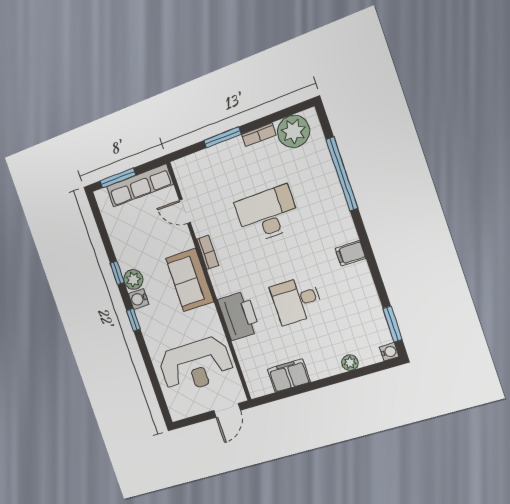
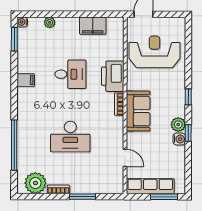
bookcase: (208, 252) -> (119, 104), moved
filing cabinet: (350, 253) -> (26, 80), moved
water cooler: (138, 299) -> (179, 139), moved

